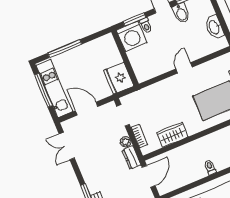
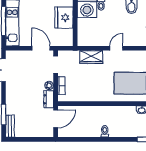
fridge: (119, 78) -> (64, 17), moved
door: (87, 109) -> (41, 48), moved
wardrobe: (172, 135) -> (91, 57), moved, turned 180

